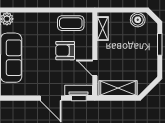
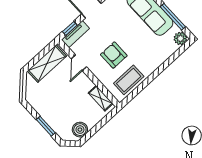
armchair: (65, 51) -> (114, 55), turned -90
door: (95, 68) -> (79, 63), swing flipped

